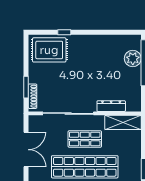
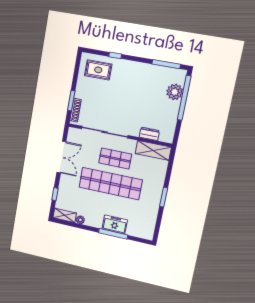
window: (119, 32) -> (166, 64), added
rug: (49, 50) -> (98, 70), width x0.73, depth x0.70
dresser: (111, 106) -> (149, 134), width x0.70

